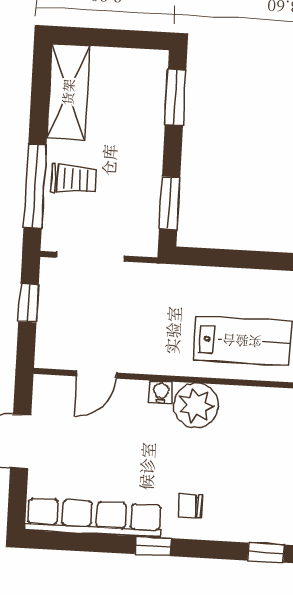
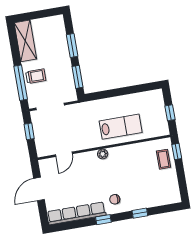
window: (175, 97) -> (72, 46), moved
water cooler: (161, 392) -> (92, 155), removed
plant: (196, 405) -> (103, 154), width x0.53, depth x0.53
window: (266, 553) -> (140, 213), moved

